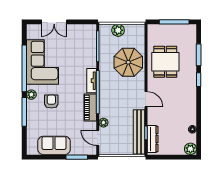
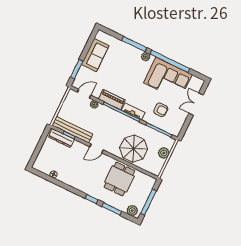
dining table: (165, 62) -> (119, 179), turned 90
armchair: (51, 101) -> (161, 110), moved
plant: (190, 149) -> (132, 211), moved

